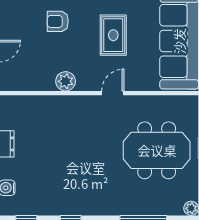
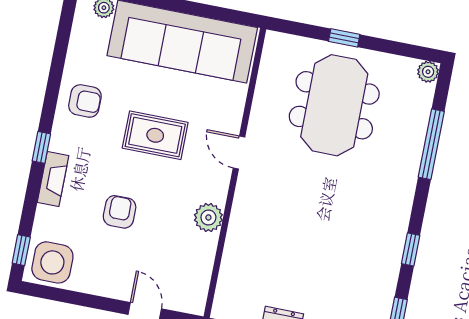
armchair: (58, 21) -> (120, 212), turned 180

